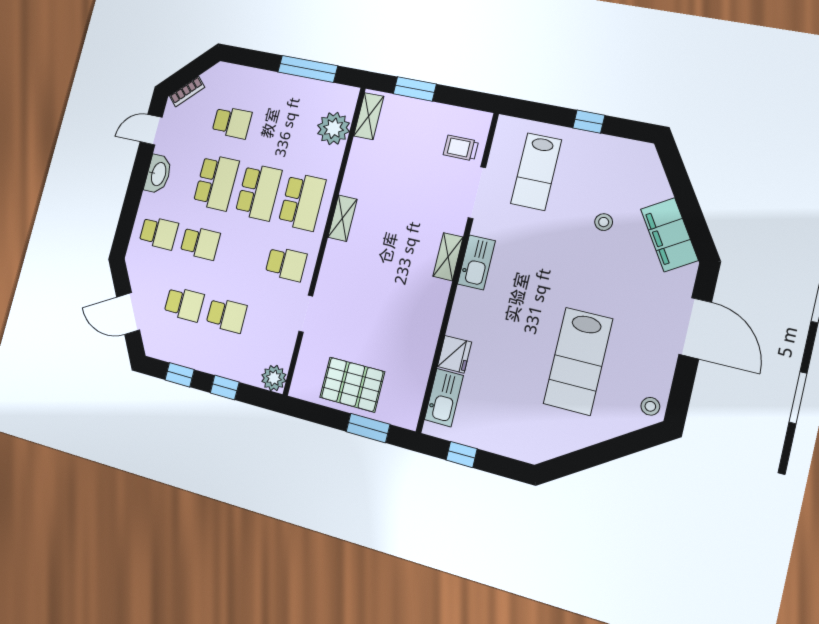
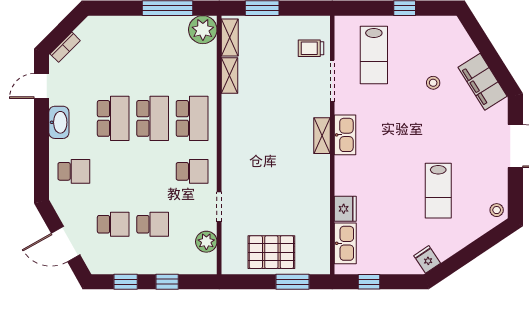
school desk: (232, 122) -> (113, 66), removed
plant: (334, 128) -> (203, 30), moved
shelving: (342, 218) -> (229, 76), moved
school desk: (200, 243) -> (113, 171), removed
lab bench: (578, 361) -> (438, 191), width x0.73, depth x0.72
plant: (274, 378) -> (206, 242), moved
fridge: (543, 446) -> (427, 259), added

